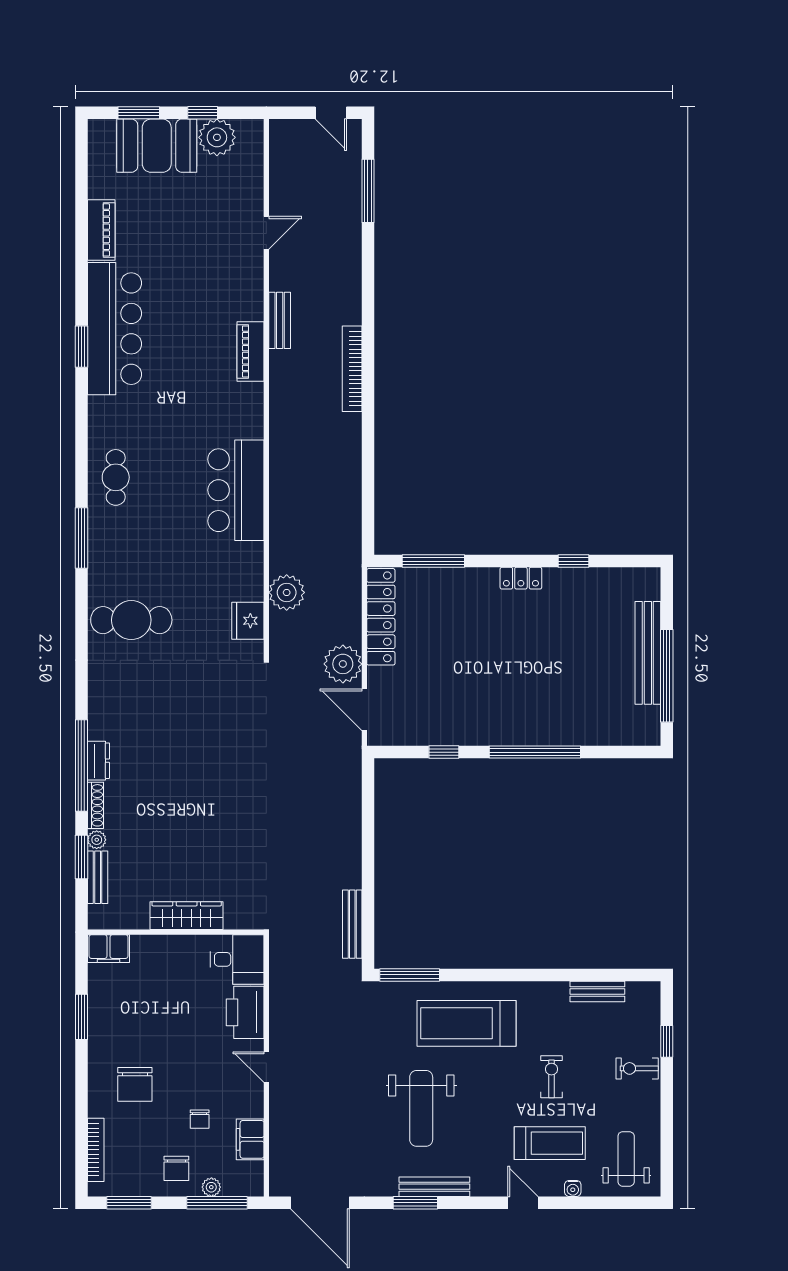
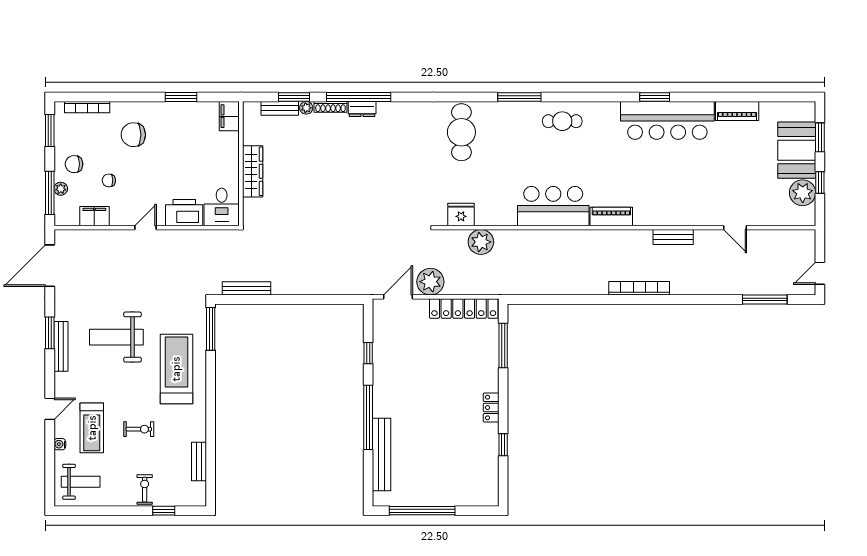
piano: (251, 351) -> (611, 216), moved
bench: (648, 653) -> (382, 454), moved, turned 90

